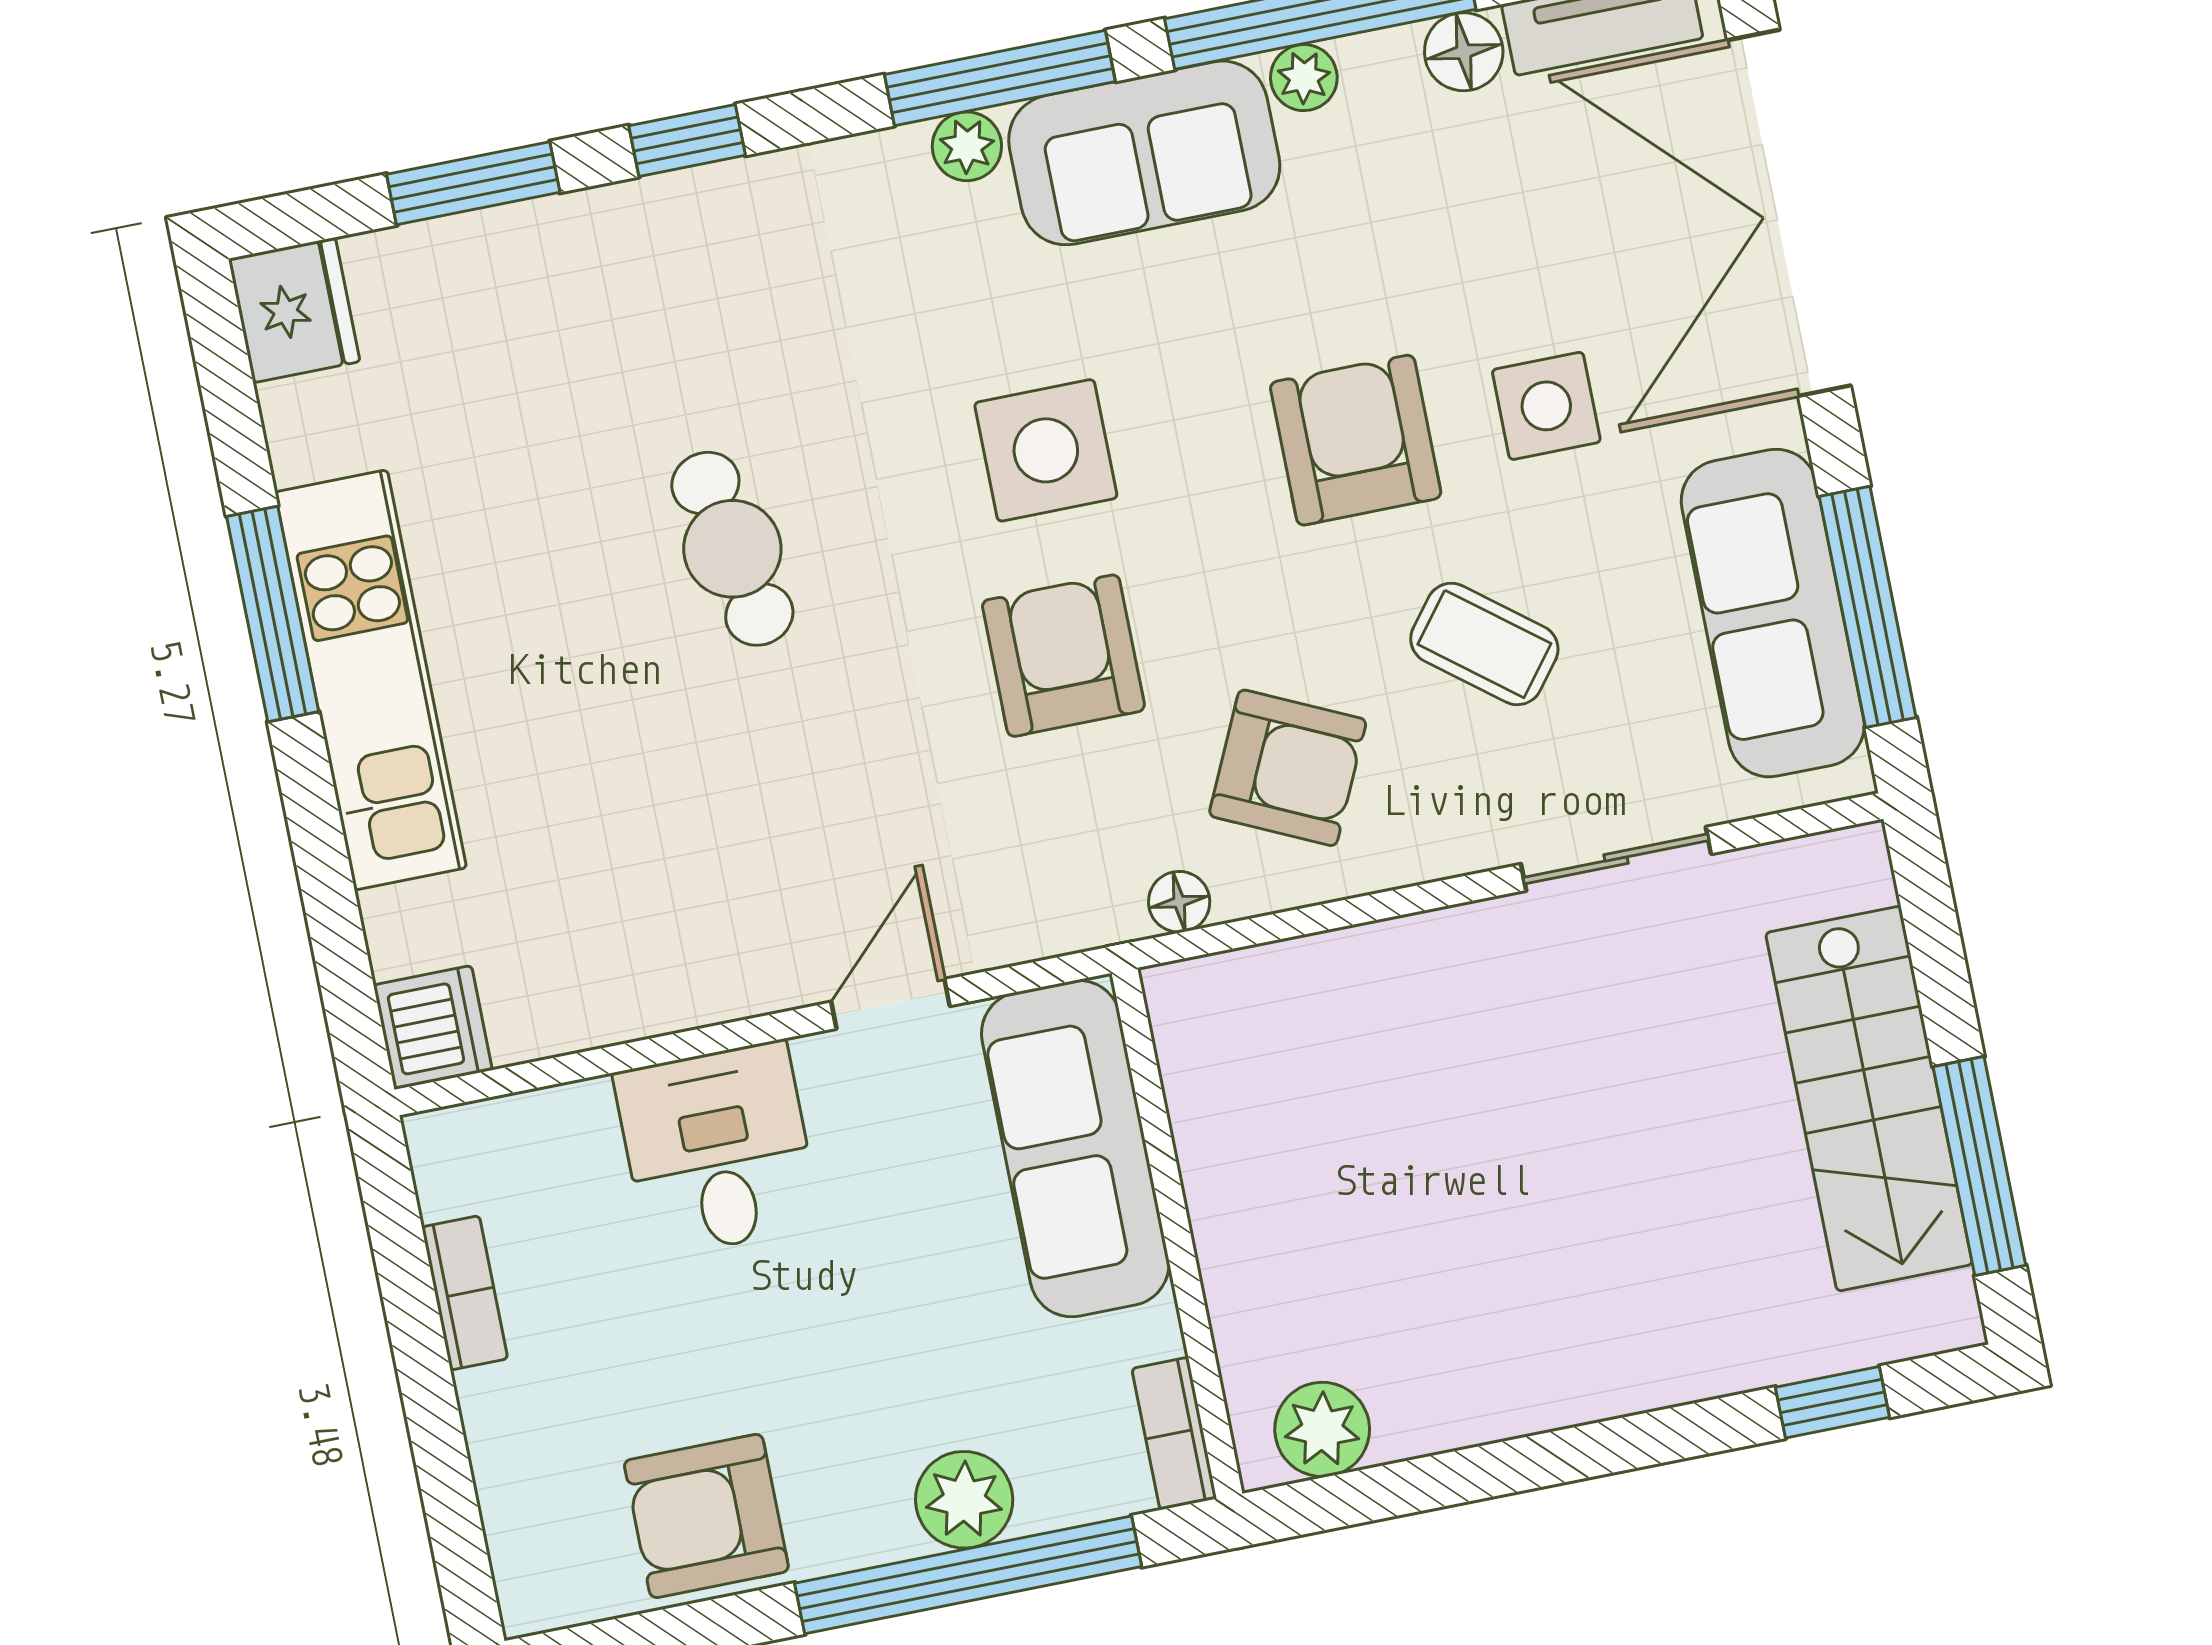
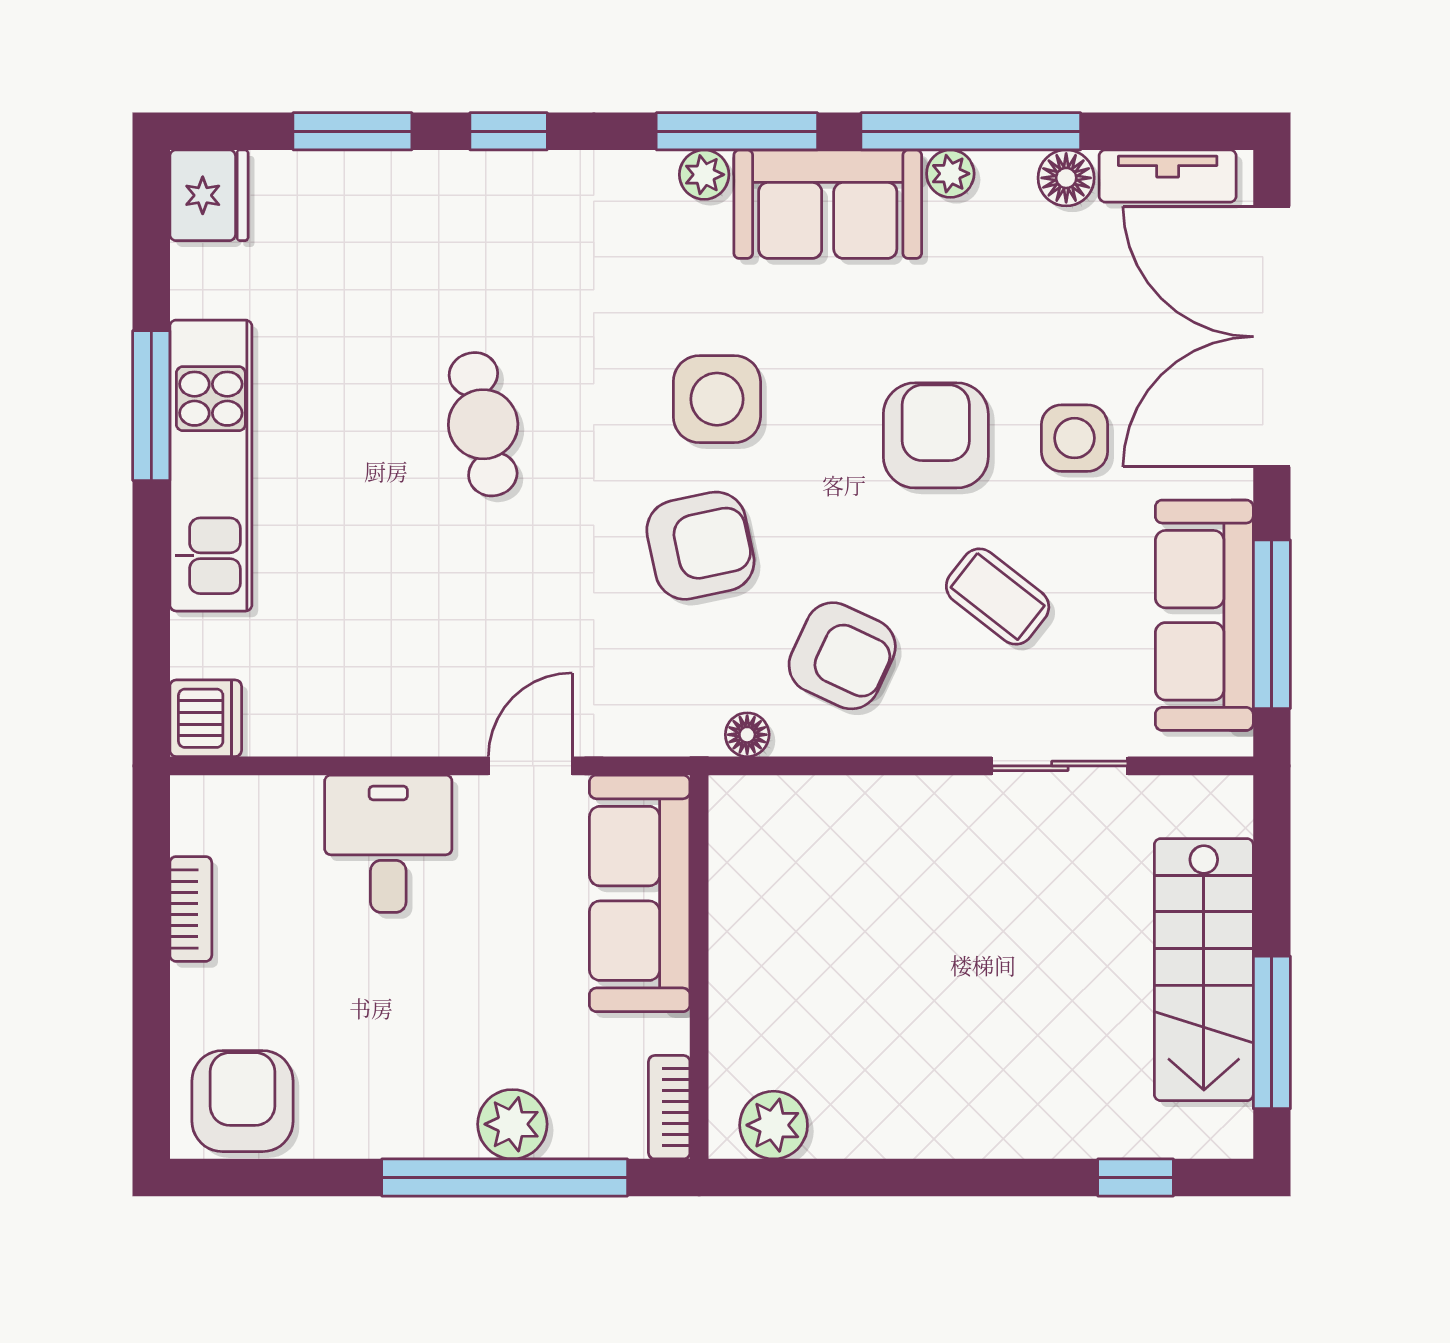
armchair: (1063, 656) -> (700, 546), turned 78
armchair: (706, 1516) -> (242, 1101), moved, turned 90

